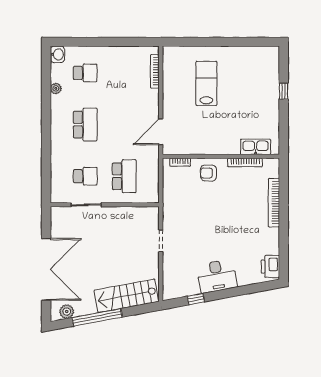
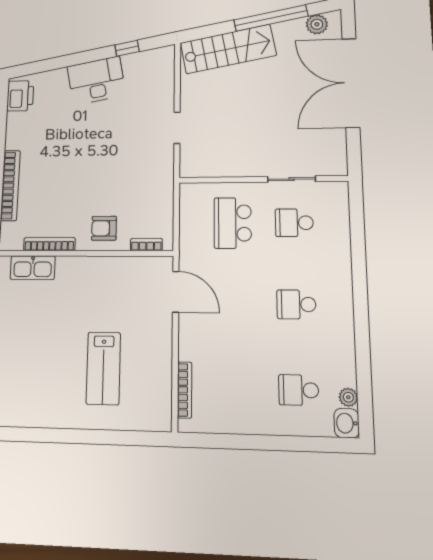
plant: (56, 88) -> (348, 397), moved
school desk: (85, 125) -> (296, 304), width x0.54
door: (161, 132) -> (176, 292), hinge flipped
armchair: (208, 173) -> (104, 228), turned 180

